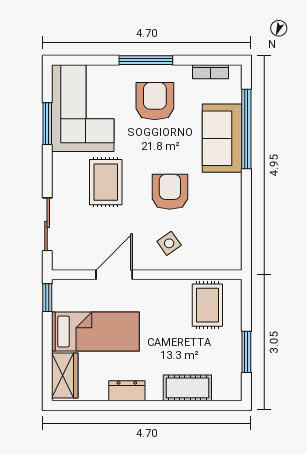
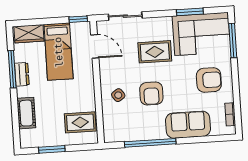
window: (146, 60) -> (233, 41), moved
window: (246, 129) -> (150, 143), moved
armchair: (170, 192) -> (151, 93), turned 90
door: (114, 275) -> (95, 46), moved
window: (118, 405) -> (12, 69), added

